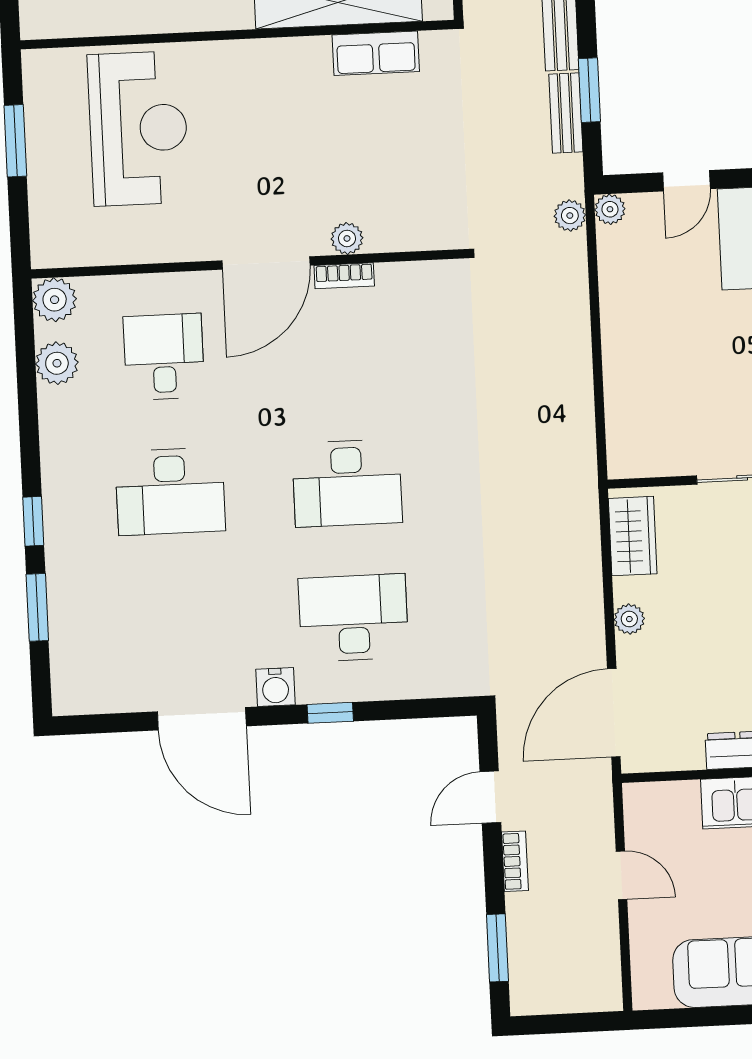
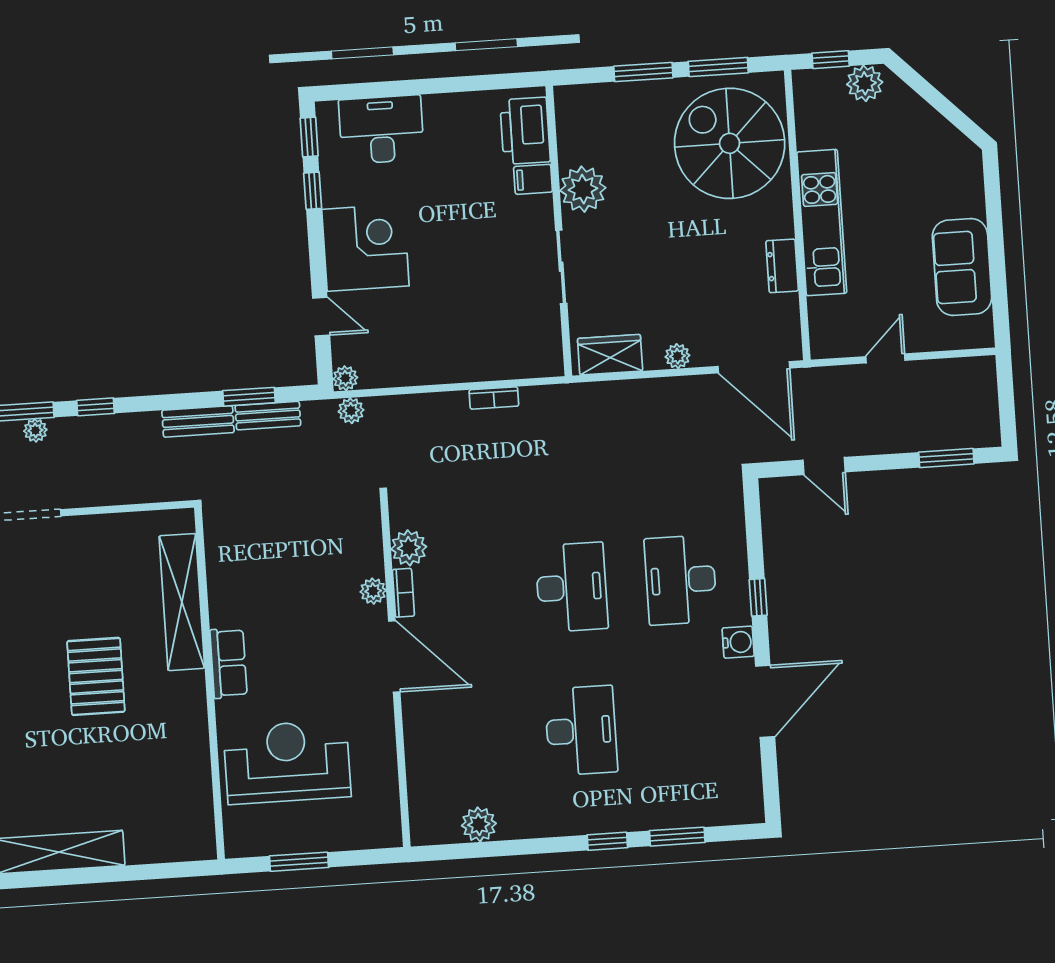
row of seats: (376, 53) -> (228, 663), moved
plant: (55, 300) -> (409, 548), moved
desk: (164, 357) -> (472, 738), removed
bookcase: (515, 861) -> (494, 398), moved, turned 180

